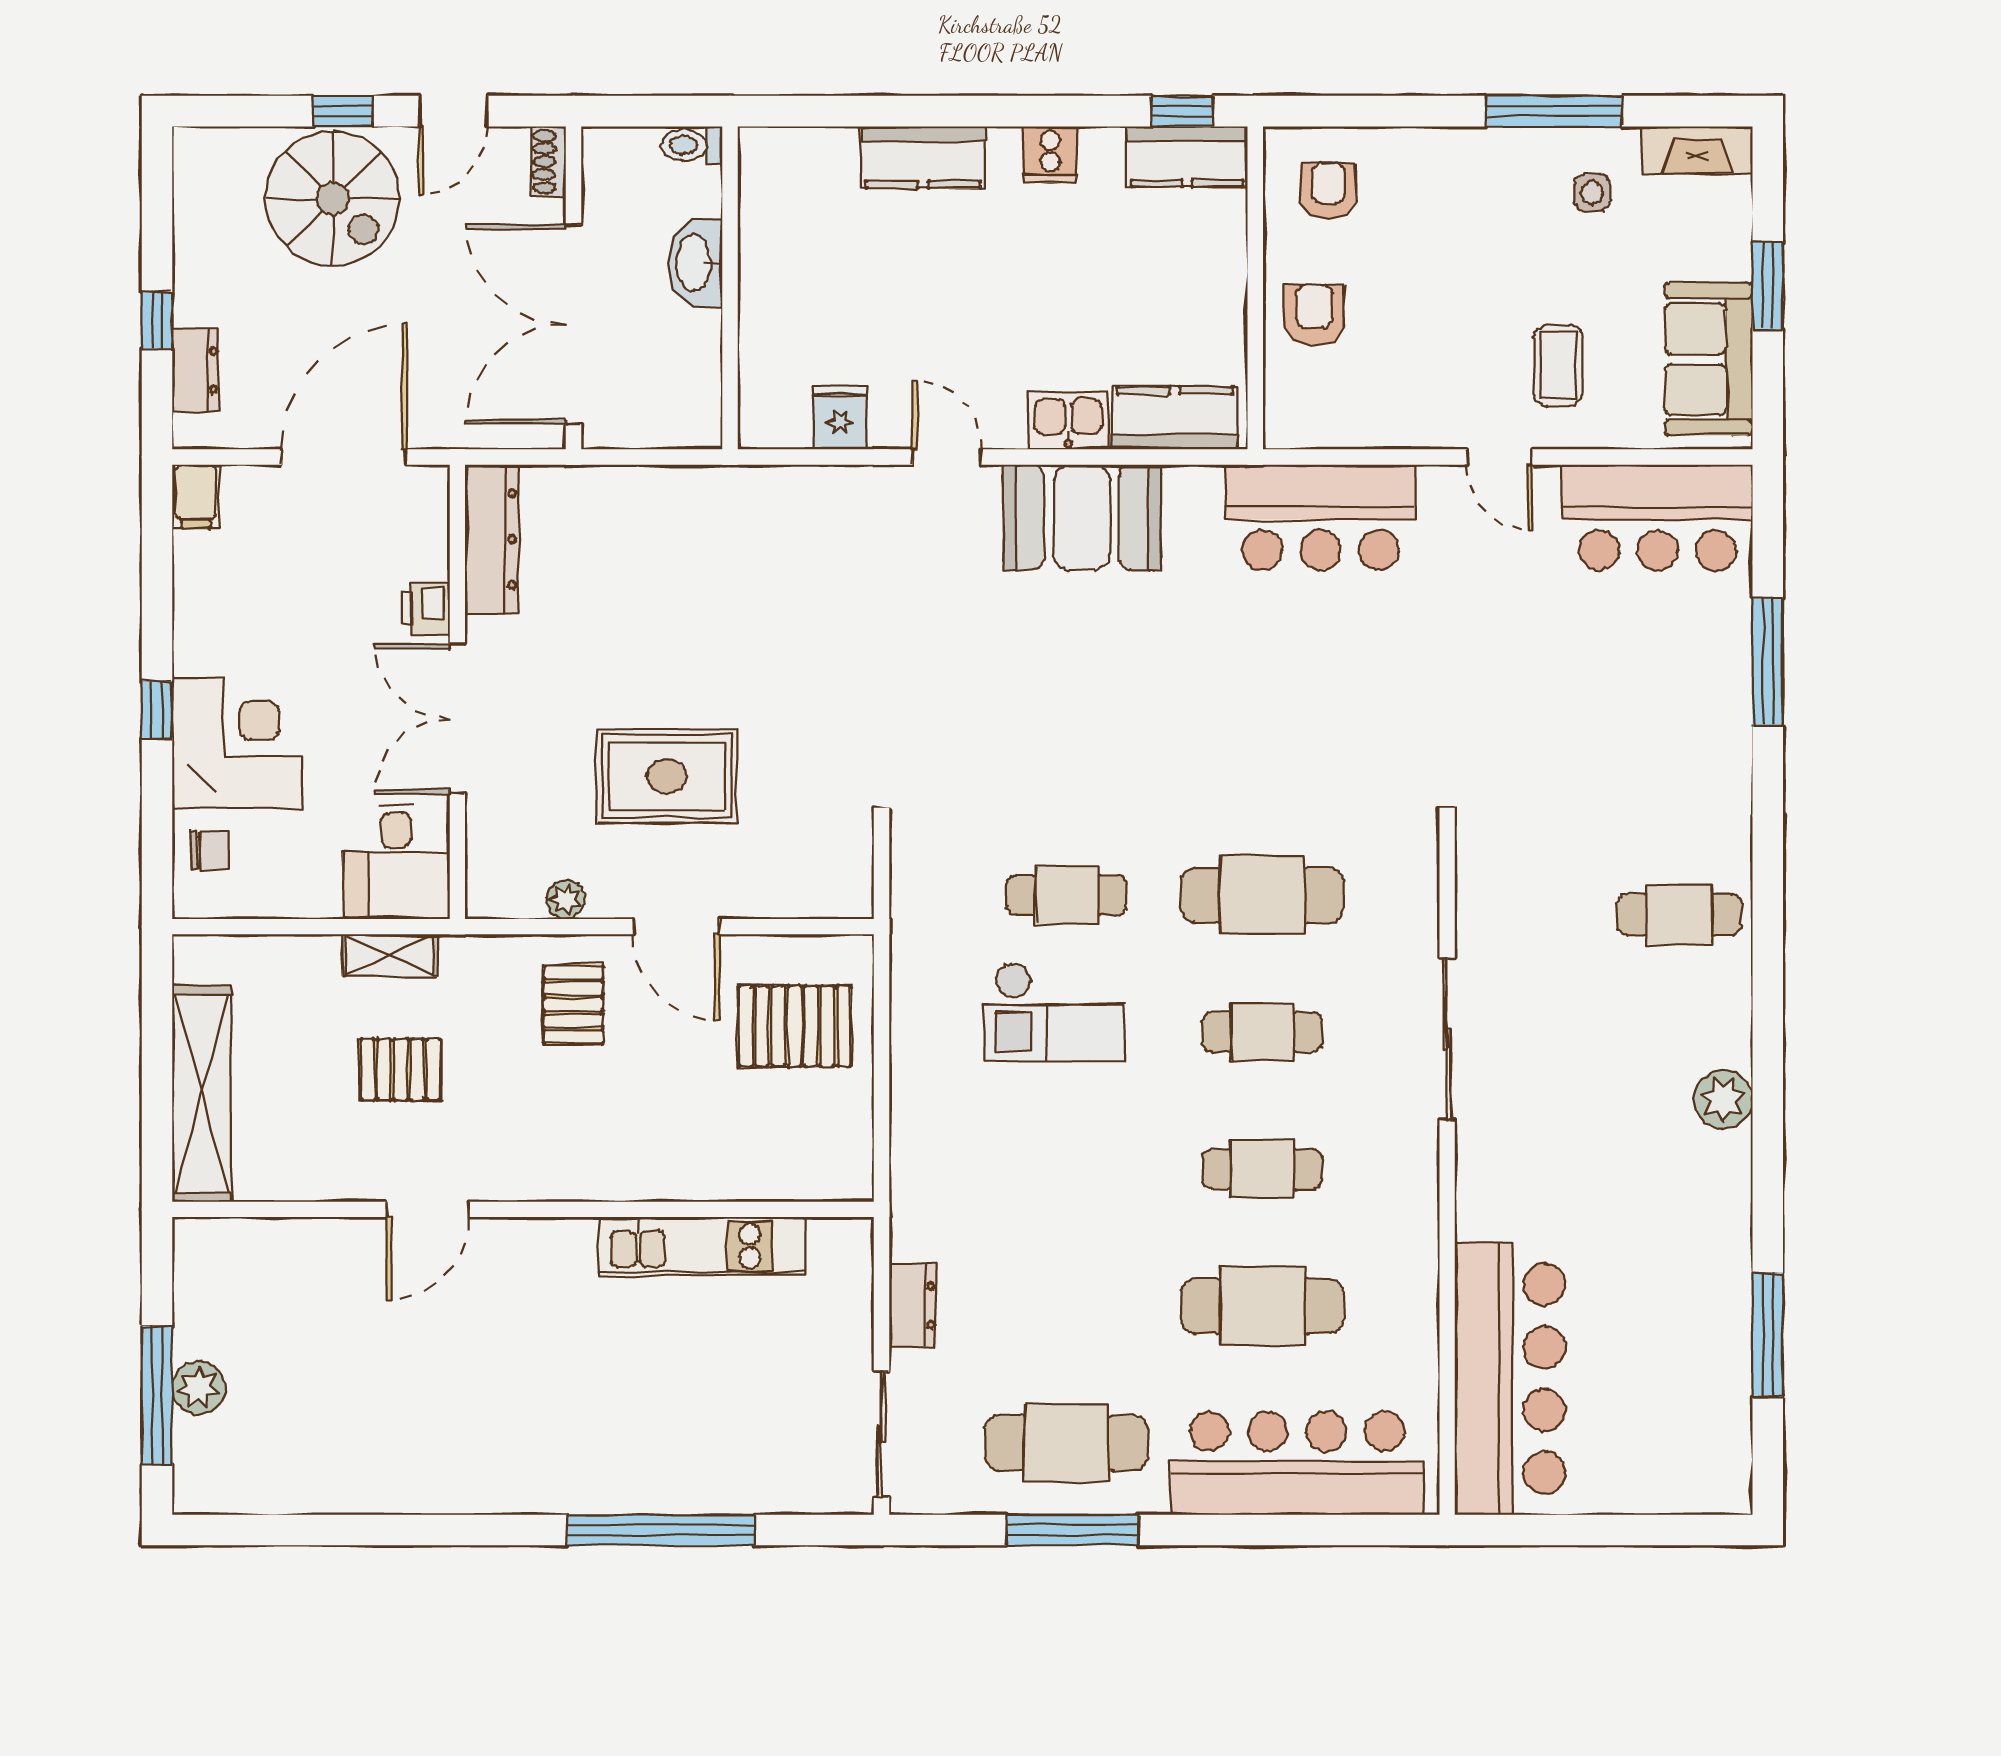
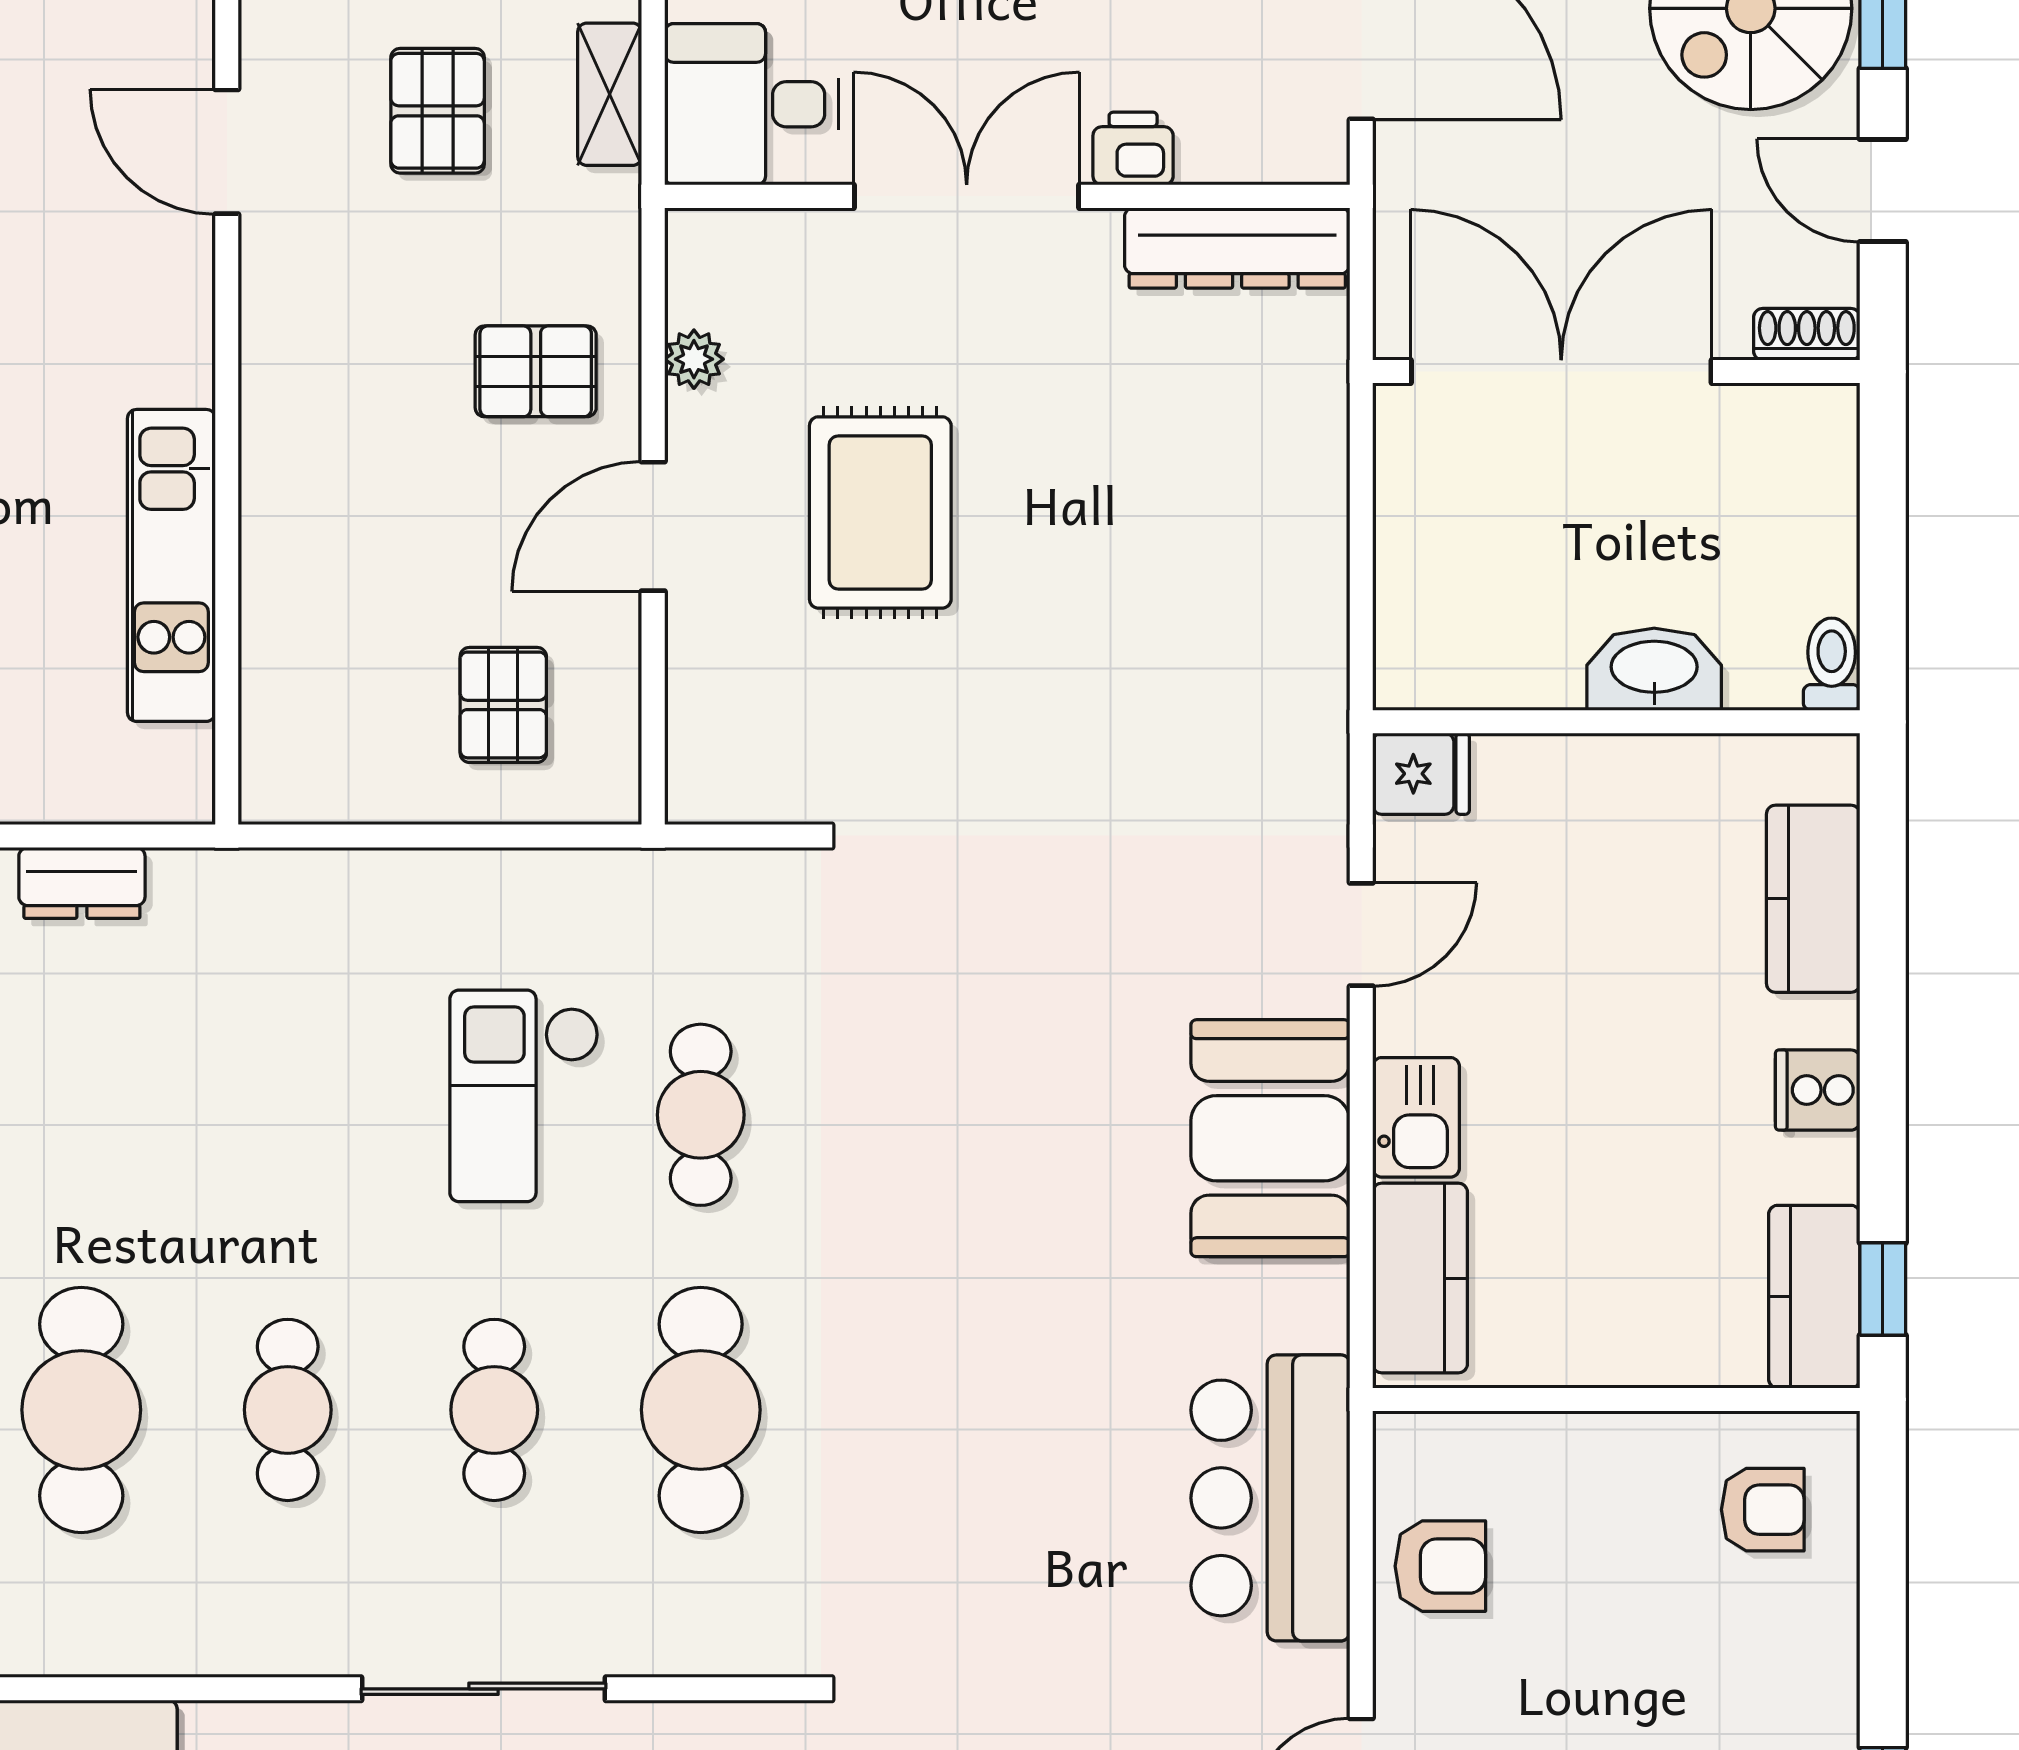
toilet: (692, 145) -> (1832, 664), moved
washbasin: (695, 263) -> (1654, 669), moved
wall: (730, 288) -> (1616, 722), moved
armchair: (1314, 315) -> (1440, 1566), moved
pallet: (795, 1026) -> (503, 705), width x0.67, depth x0.71

